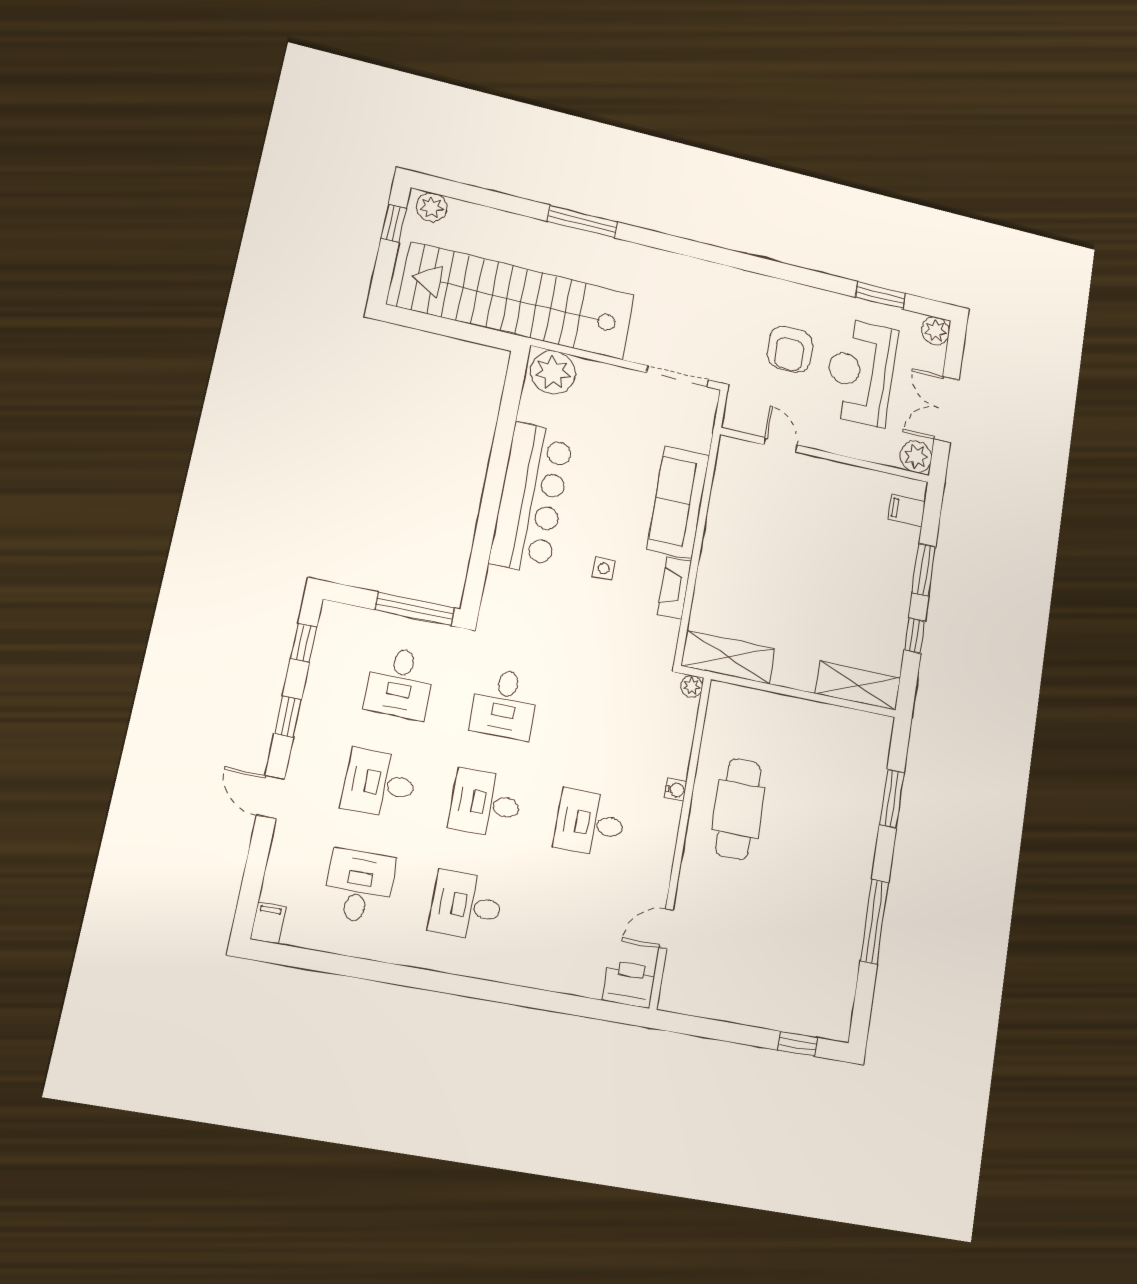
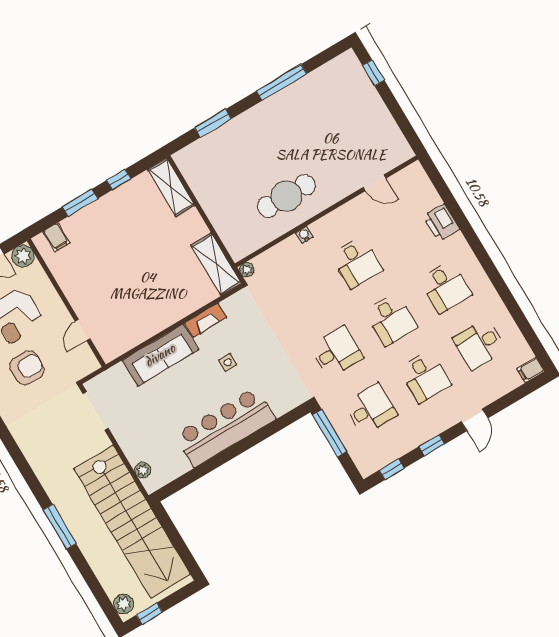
plant: (553, 372) -> (143, 470), width x0.53, depth x0.53
printer: (629, 984) -> (442, 223), moved

